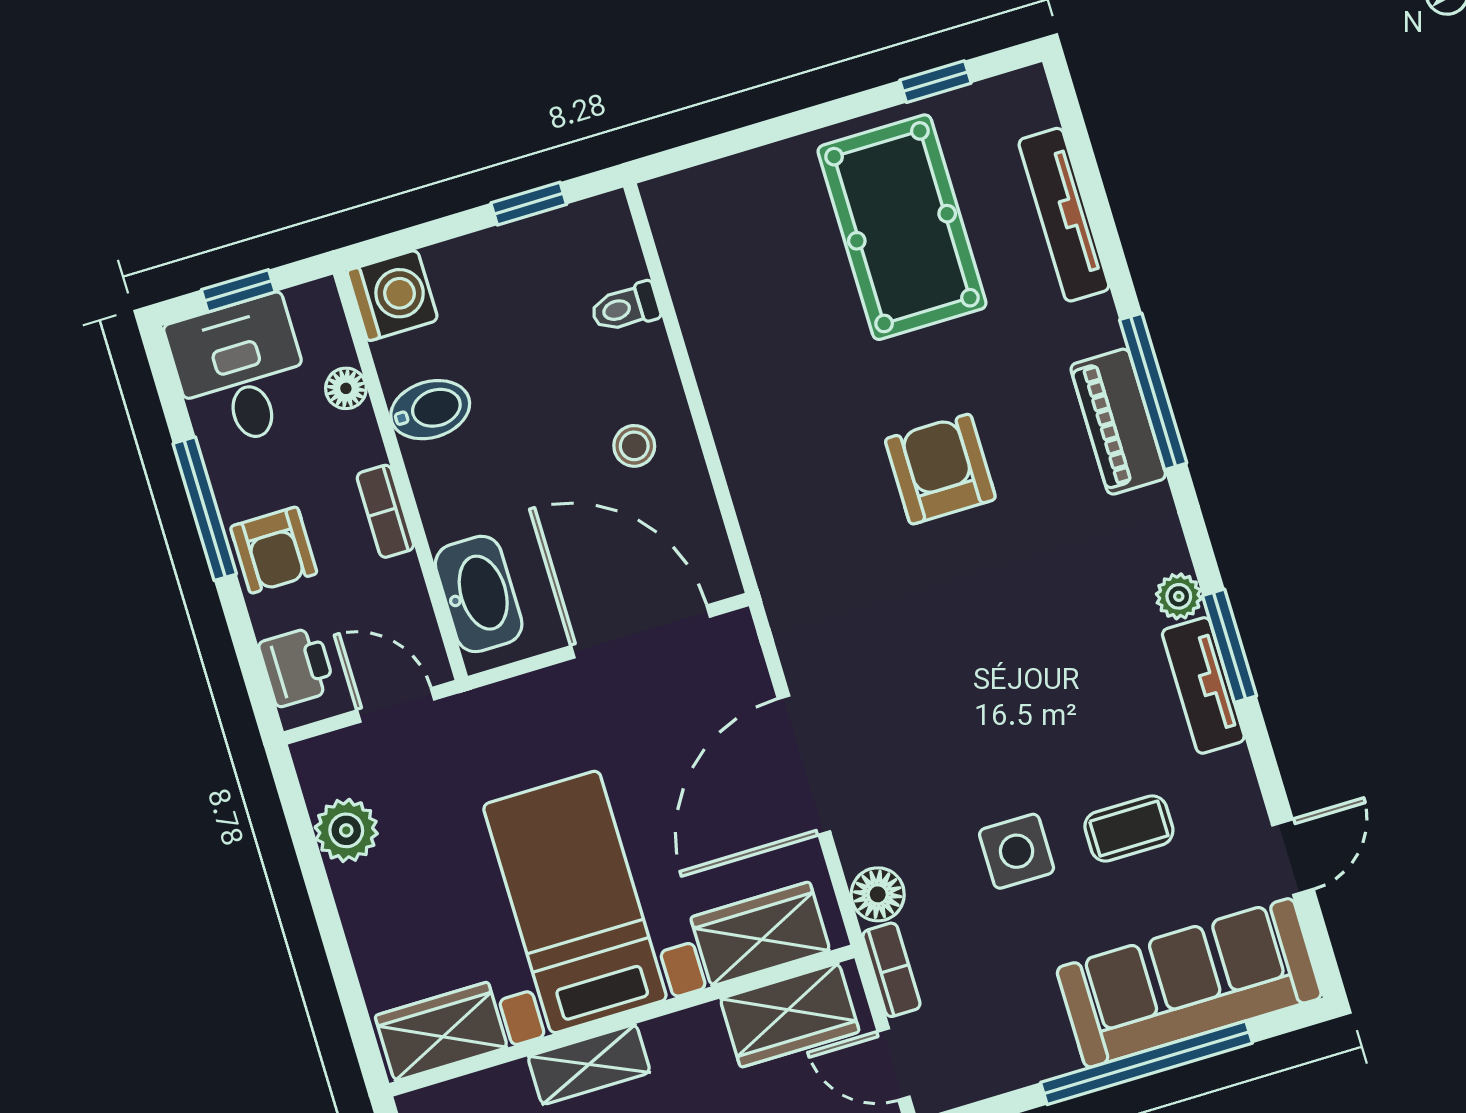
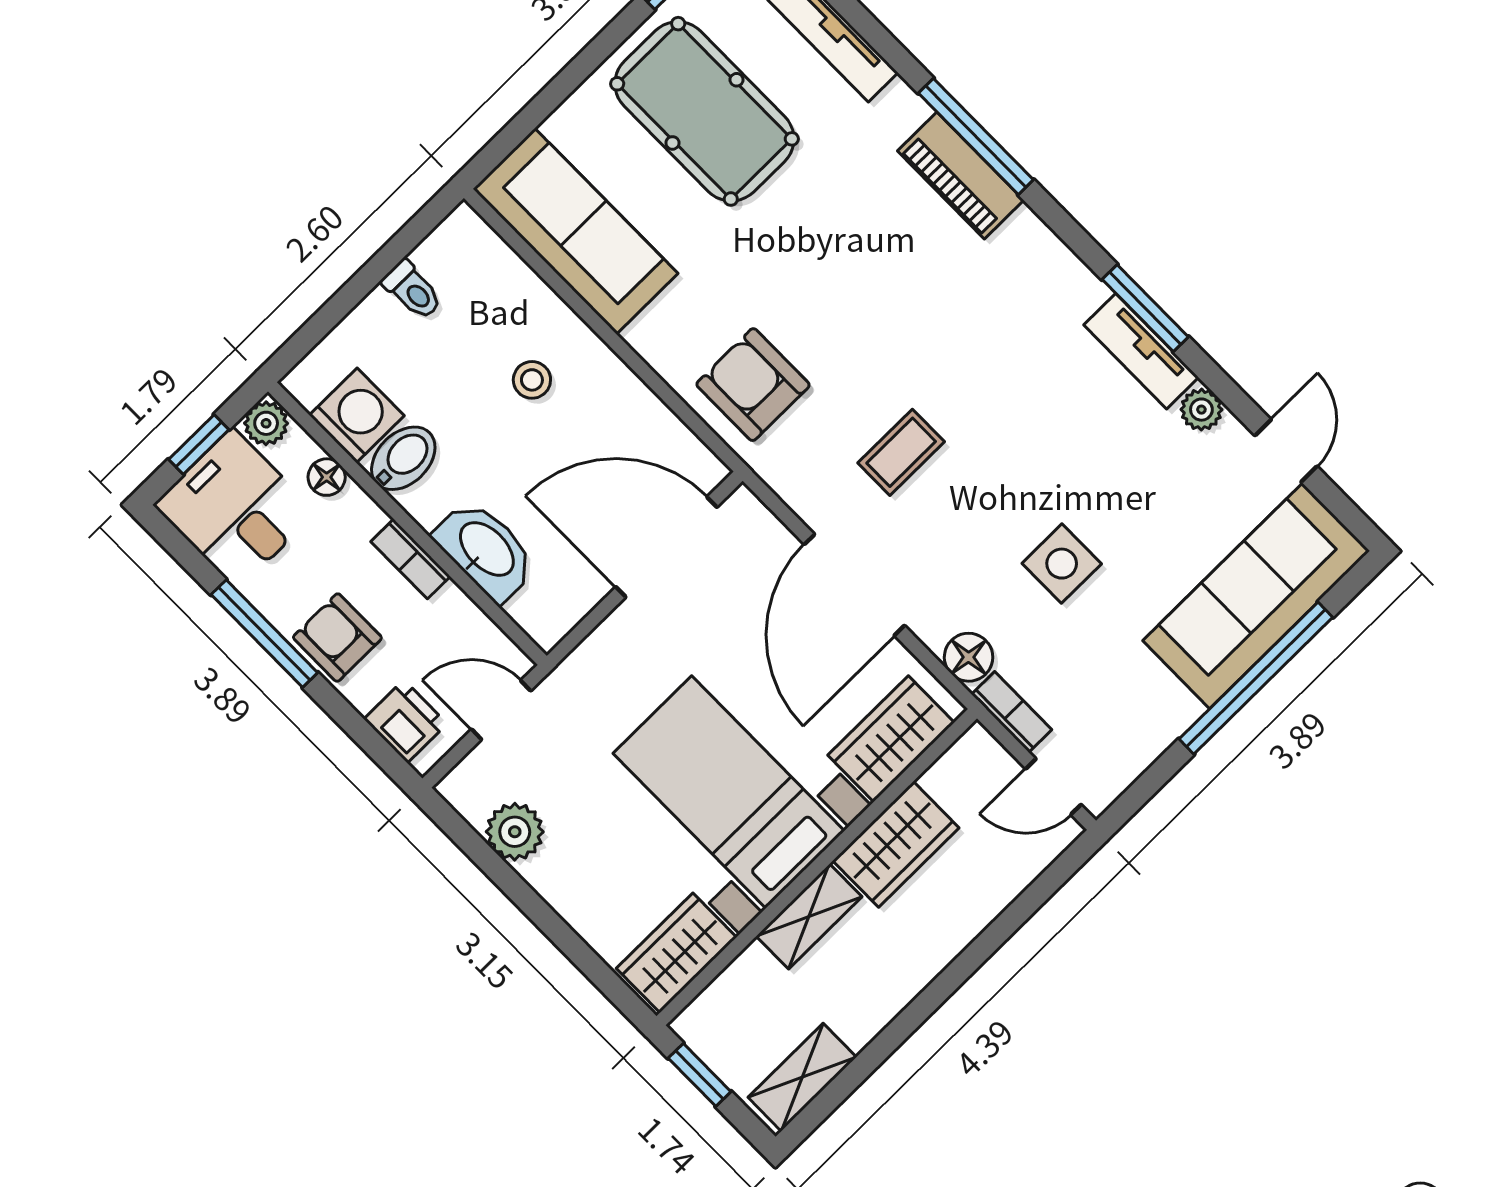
window: (529, 204) -> (395, 251), removed
sofa: (715, 277) -> (575, 231), added
washing machine: (392, 295) -> (357, 415), moved
plant: (315, 305) -> (266, 423), added
toilet: (625, 307) -> (412, 290), moved, turned -90
stool: (634, 446) -> (532, 380), moved
armchair: (940, 469) -> (753, 385), moved
armchair: (274, 550) -> (337, 638), turned 180
washbasin: (479, 594) -> (486, 550), moved
plant: (1179, 596) -> (1201, 410), moved
coffee table: (1129, 829) -> (901, 452), moved
wardrobe: (790, 1015) -> (896, 844), moved

